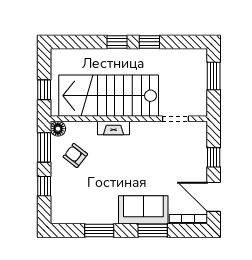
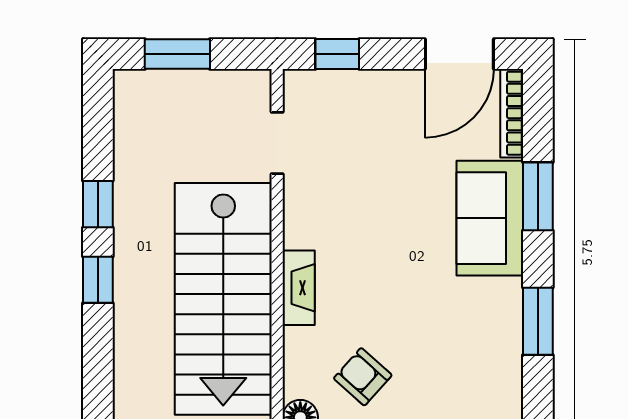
armchair: (75, 155) -> (363, 377), turned 94
window: (214, 157) -> (337, 54), moved

